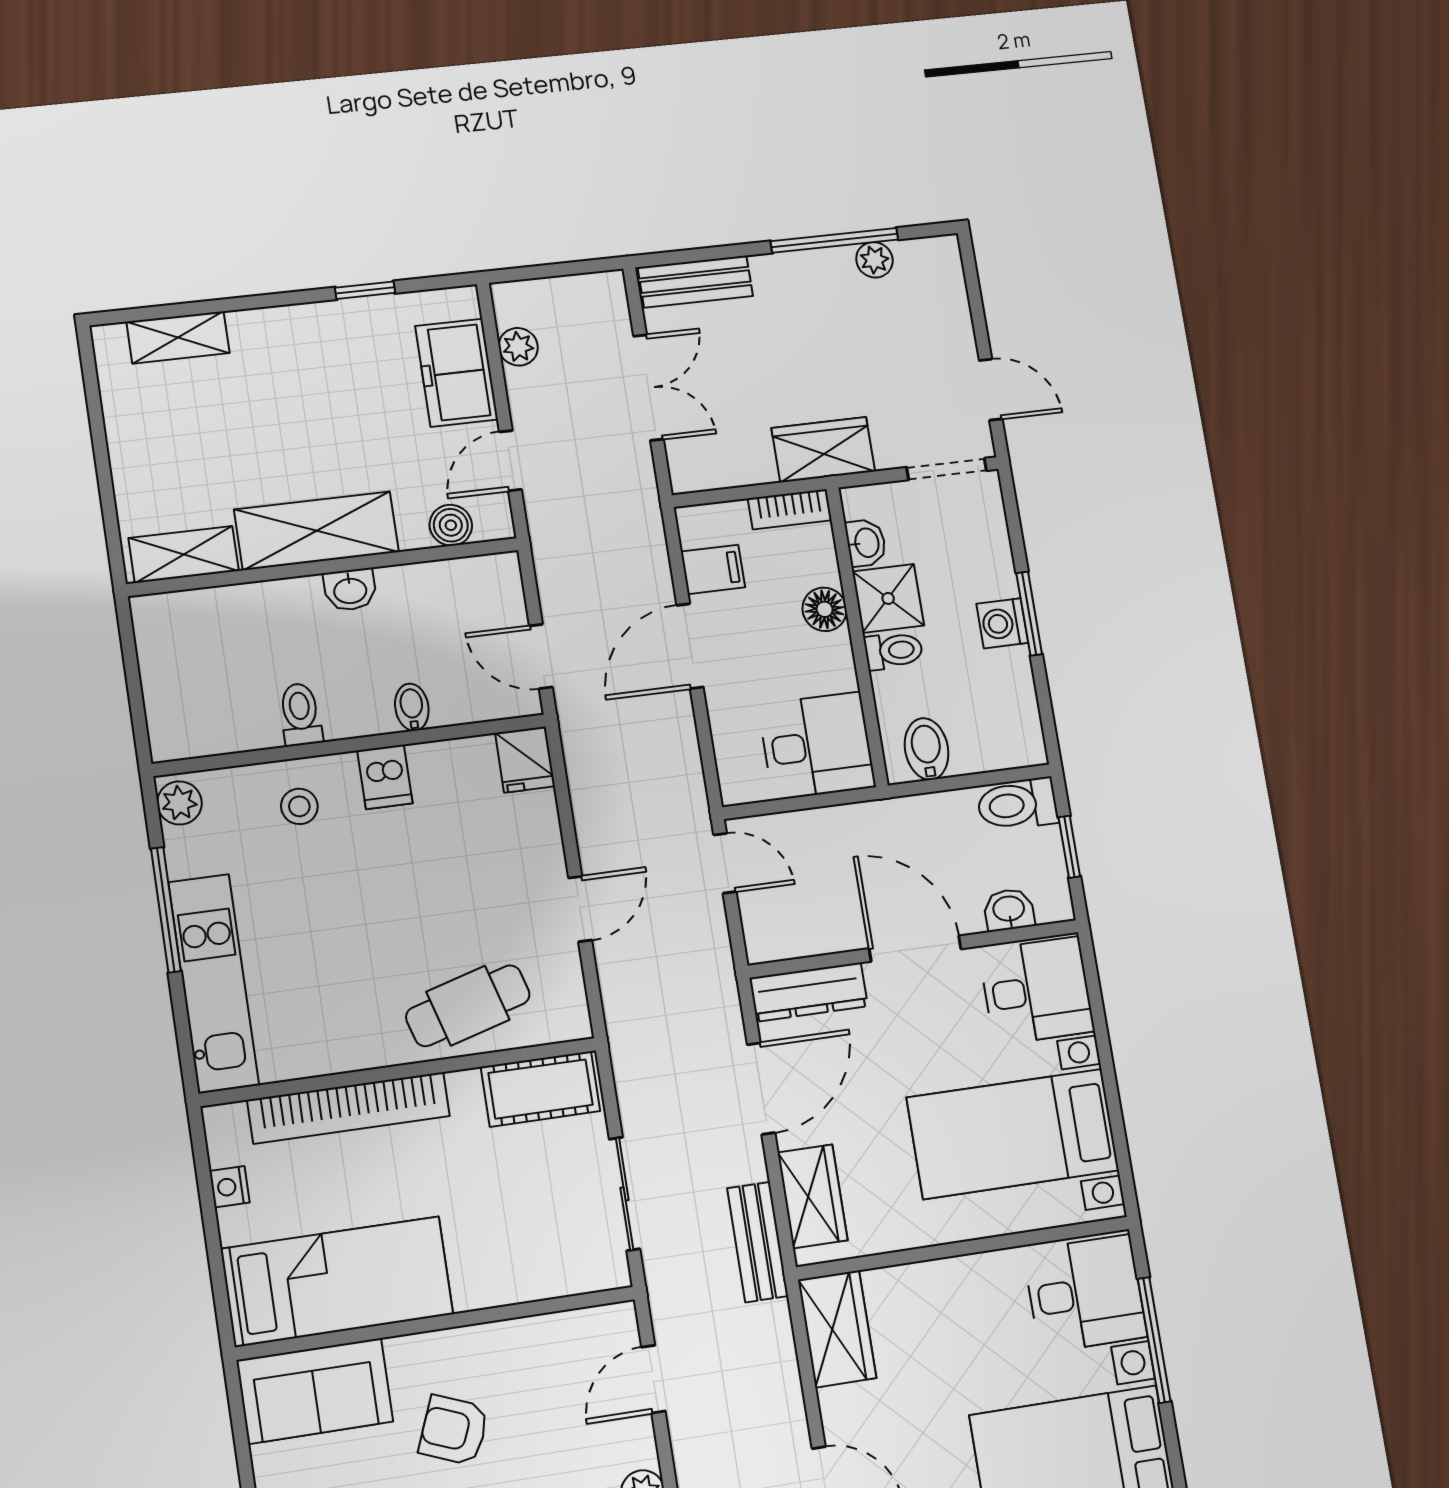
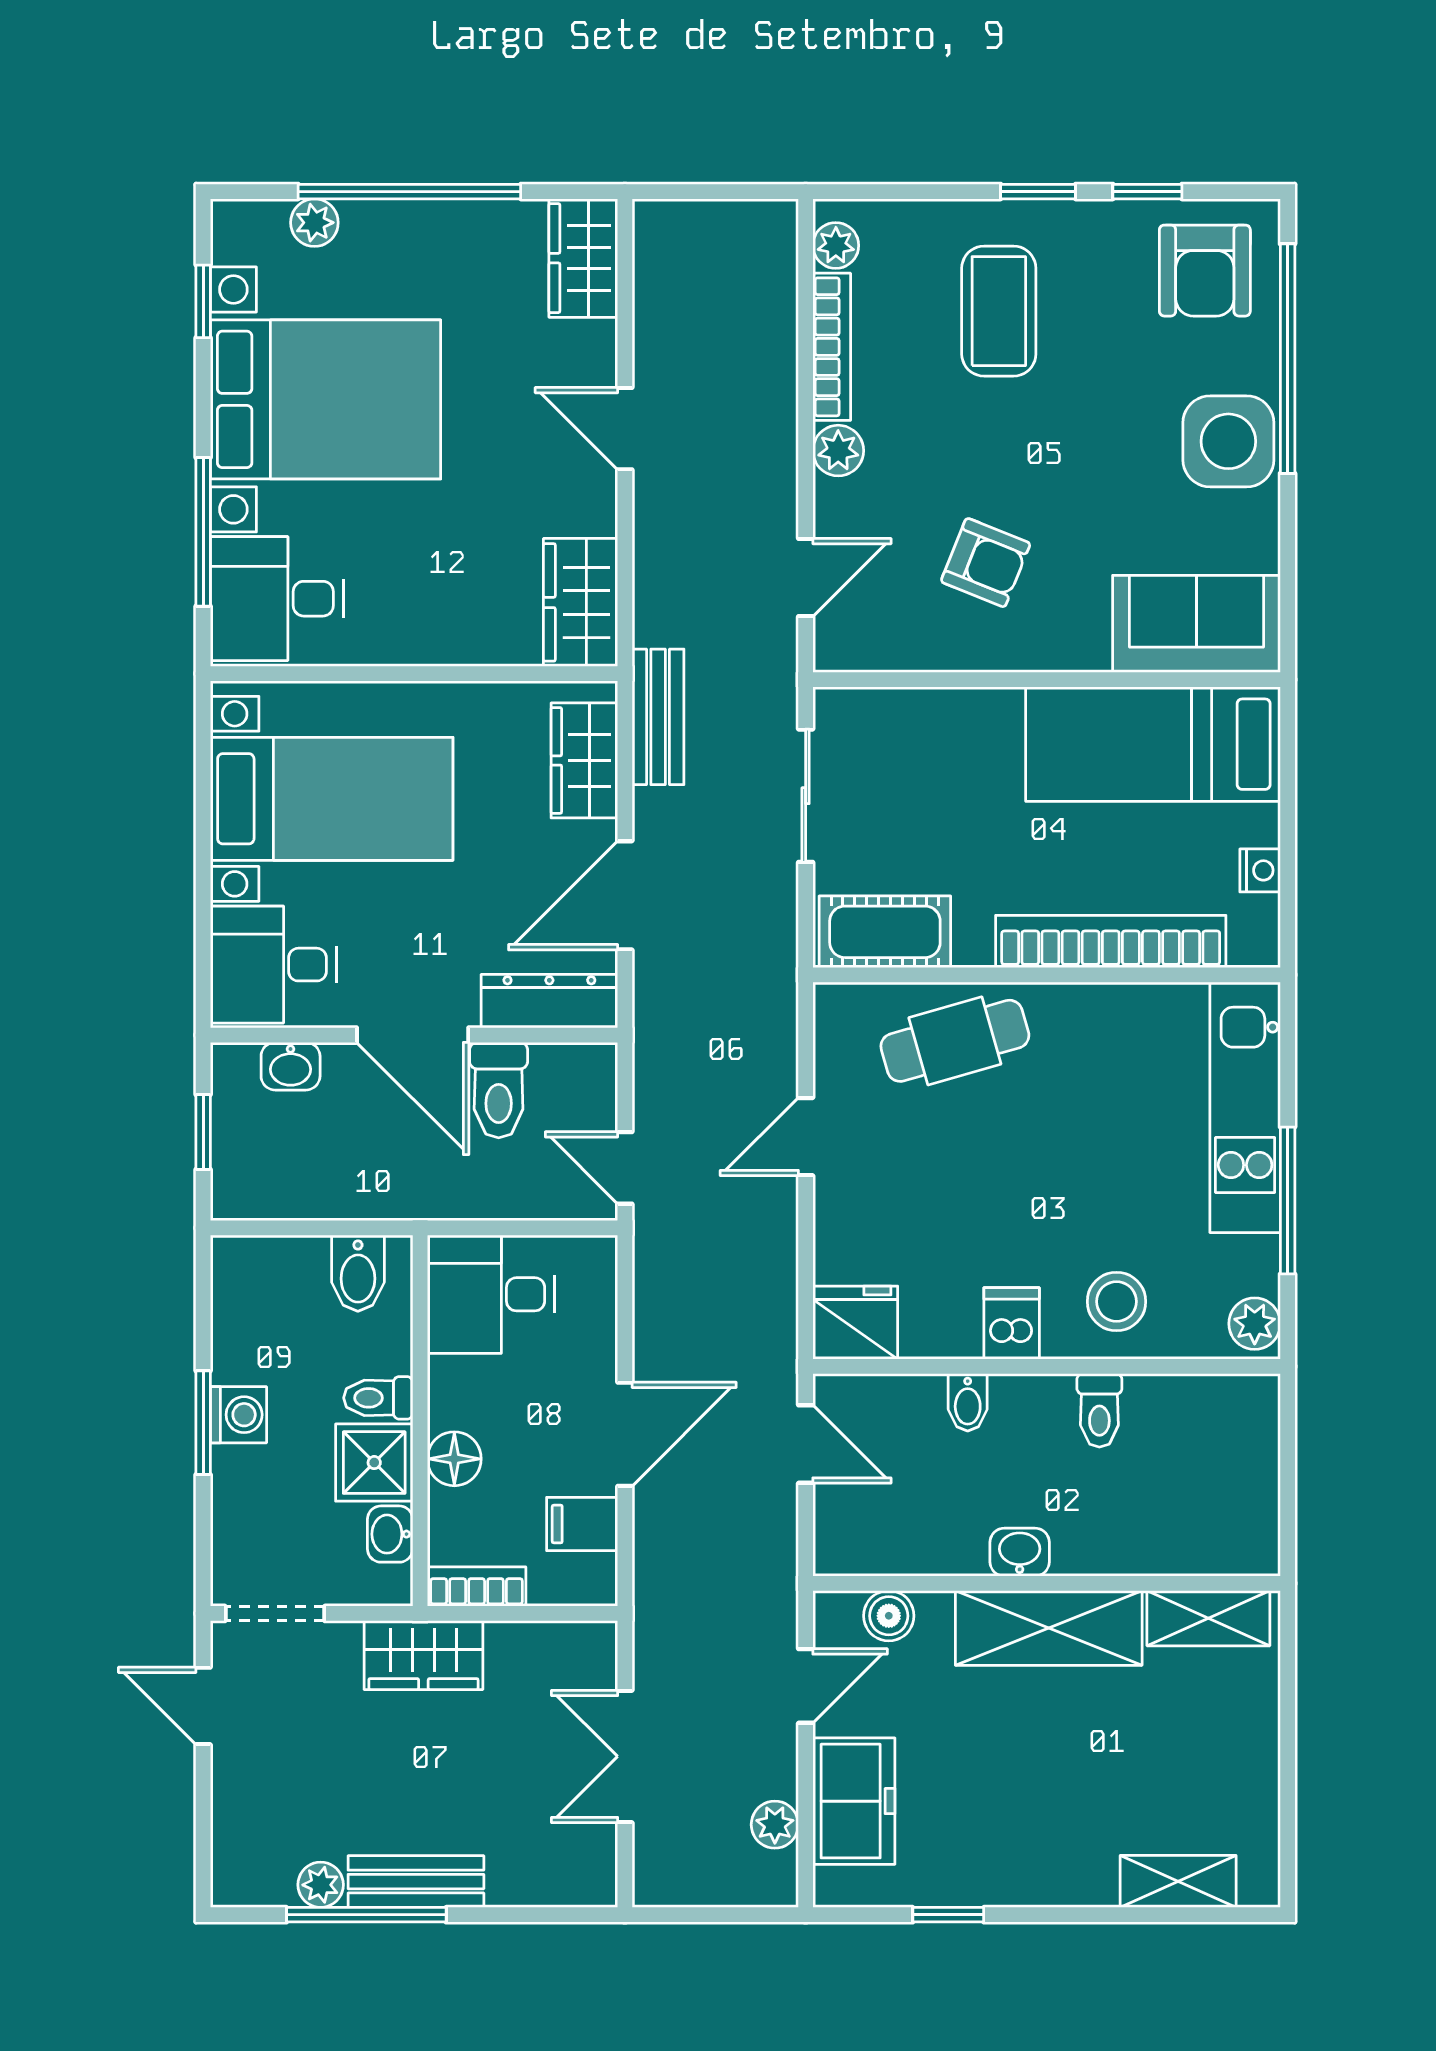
bench: (695, 282) -> (416, 1882), moved
fridge: (525, 760) -> (855, 1323), width x1.38
toilet: (1017, 804) -> (499, 1090), moved, turned 90
stool: (299, 806) -> (1117, 1302), width x1.37, depth x1.37
armchair: (454, 1430) -> (986, 563), moved

